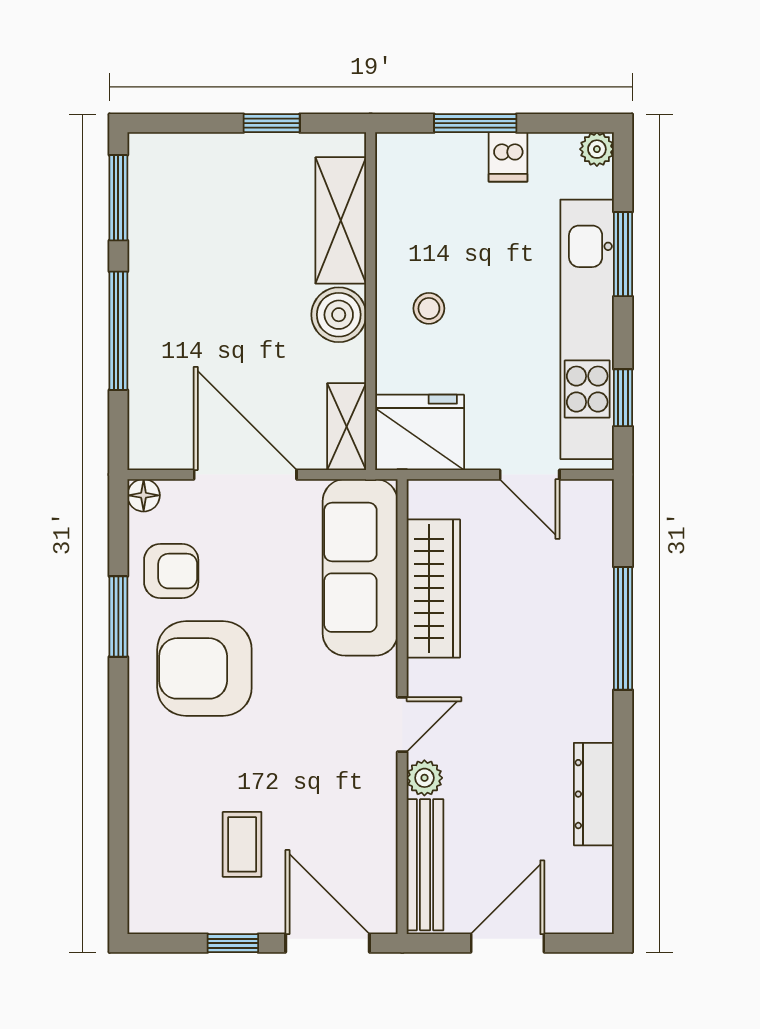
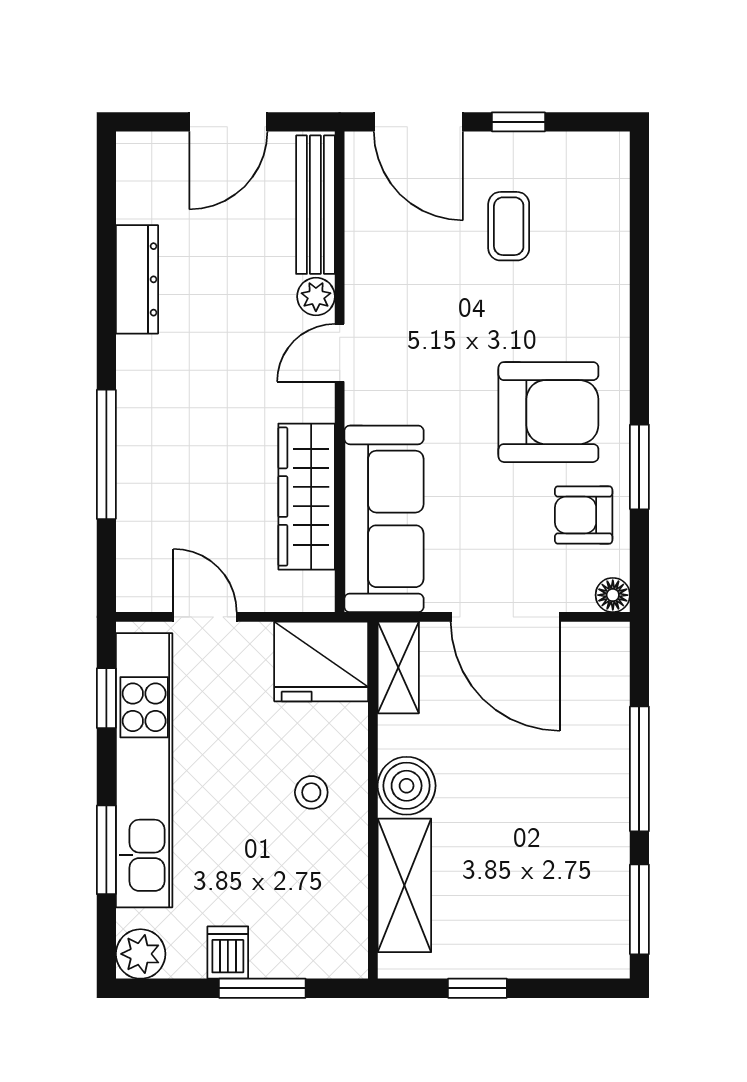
plant: (597, 149) -> (141, 954), width x1.38, depth x1.38

